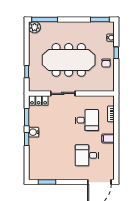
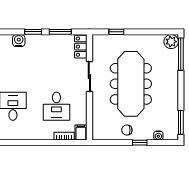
water cooler: (34, 132) -> (19, 41), moved
filing cabinet: (108, 138) -> (81, 132), moved

